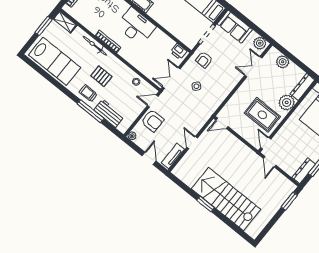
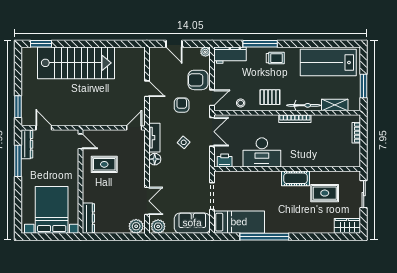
shelving: (65, 22) -> (335, 105), moved
desk: (136, 26) -> (262, 152), moved
armchair: (204, 60) -> (182, 105), moved
plant: (283, 62) -> (136, 226), moved
pallet: (101, 76) -> (270, 97), moved
floor lamp: (225, 91) -> (155, 159), added
plant: (287, 102) -> (91, 193), removed
workbench: (109, 113) -> (230, 55), moved
rug: (262, 115) -> (104, 164), width x0.73, depth x0.70
tv unit: (173, 156) -> (154, 138), moved
door: (270, 162) -> (44, 128), moved
window: (206, 204) -> (41, 44), moved

